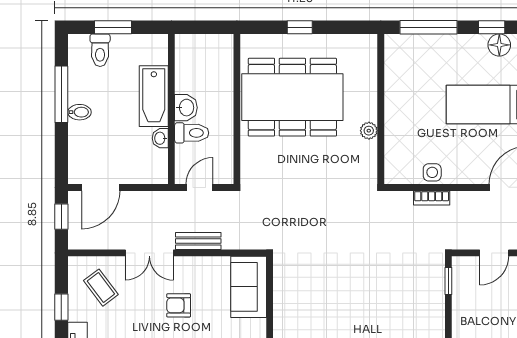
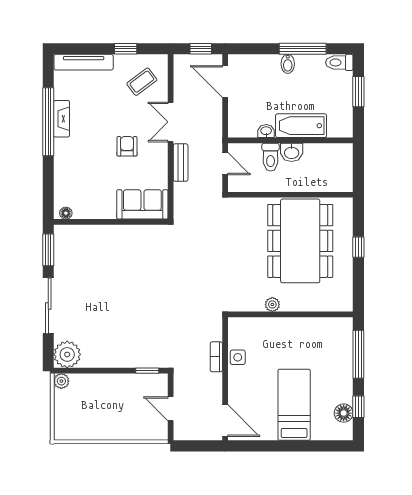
toilet: (100, 50) -> (339, 62), moved

